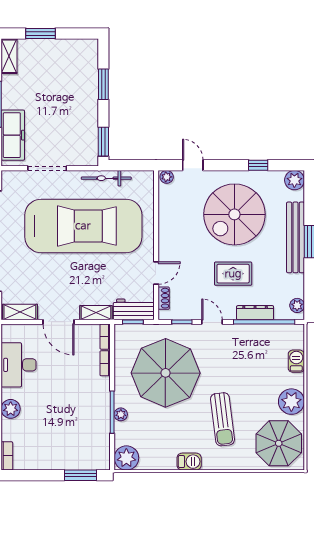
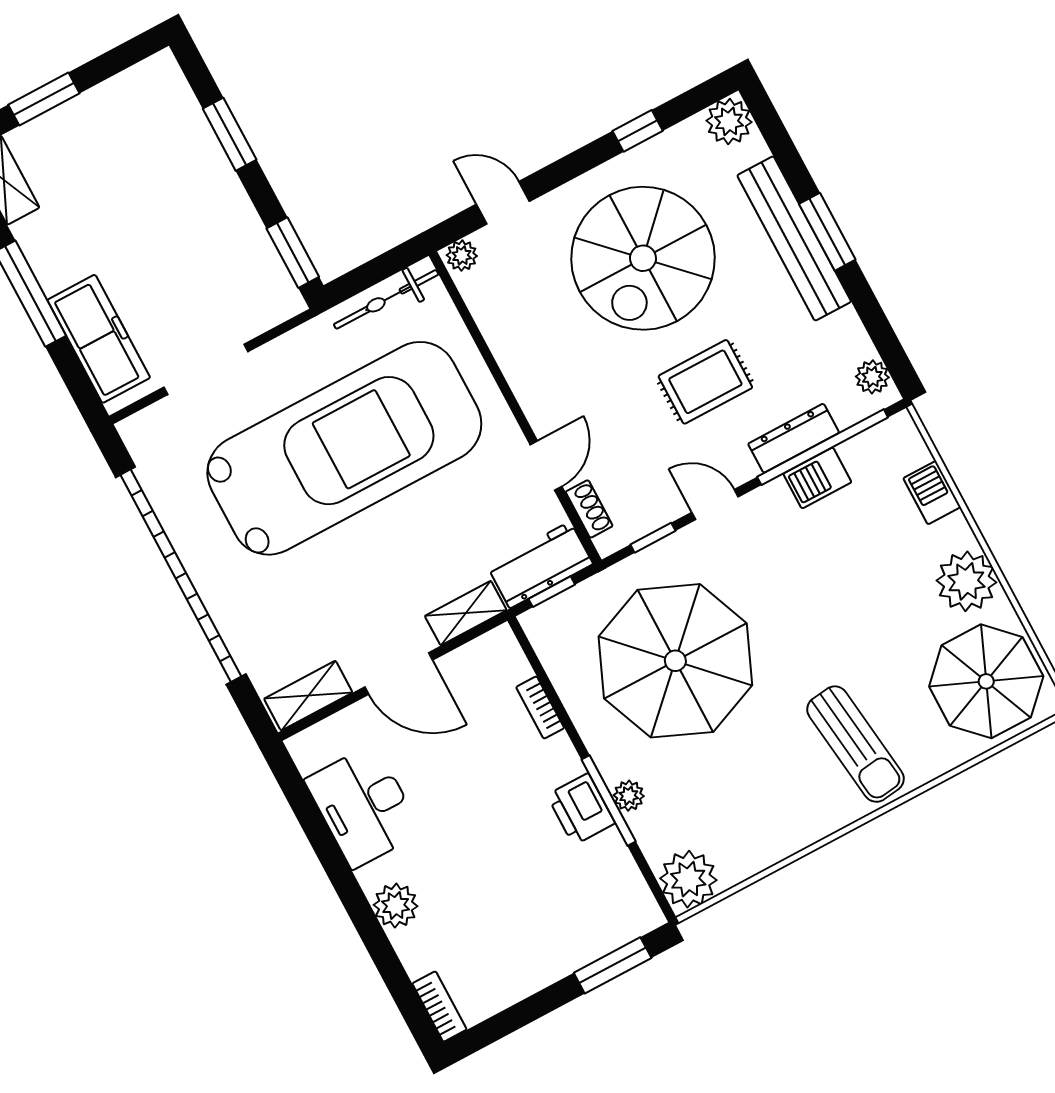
bicycle: (106, 178) -> (386, 299), moved
bookcase: (105, 337) -> (511, 653), removed
printer: (100, 410) -> (581, 809), added
sun lounger: (222, 419) -> (856, 744), moved
barbecue: (189, 462) -> (817, 478), moved, turned 180

